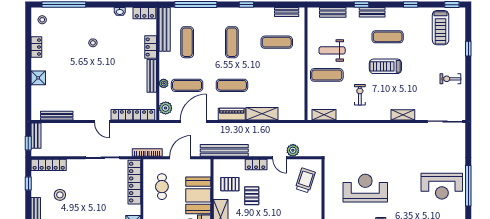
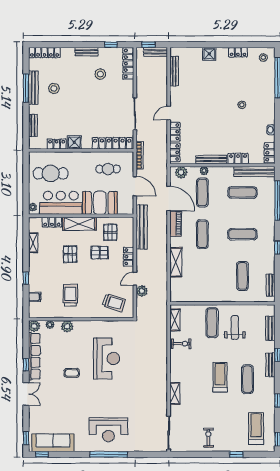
treadmill: (441, 28) -> (256, 429), turned 90
exercise bike: (360, 95) -> (181, 344), moved
piano: (232, 114) -> (175, 224), moved
reception desk: (442, 186) -> (108, 430), turned -90

